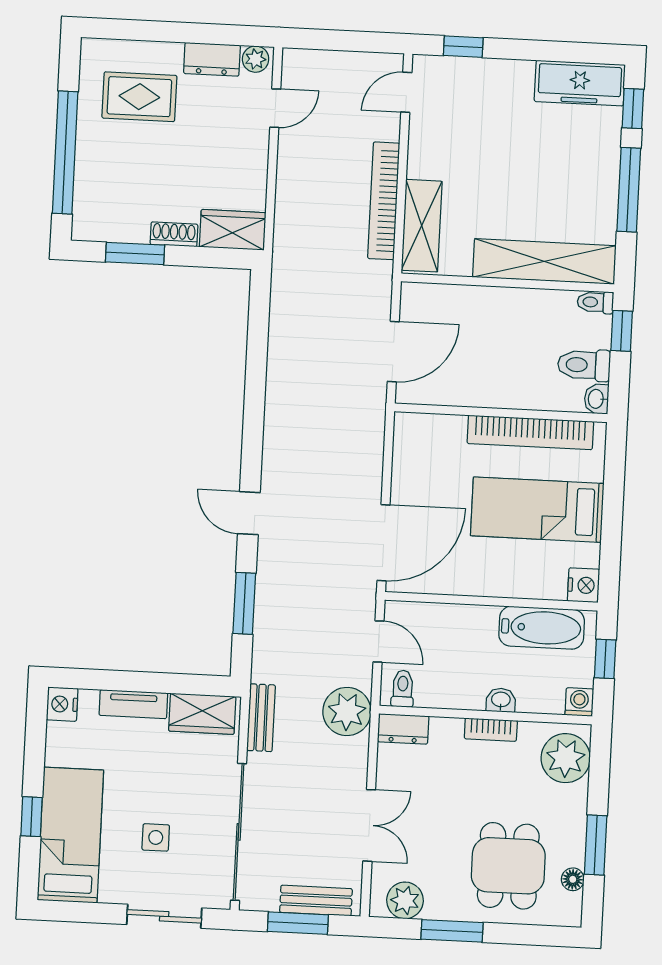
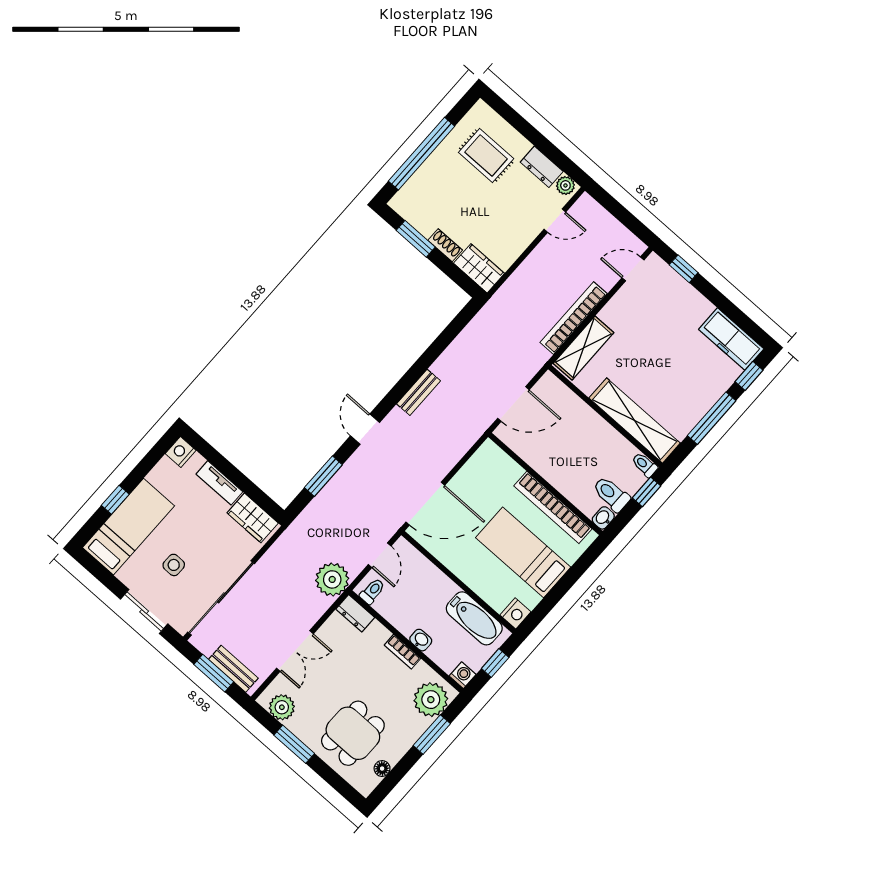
bench: (261, 718) -> (418, 392), moved
window: (596, 845) -> (432, 734), moved

